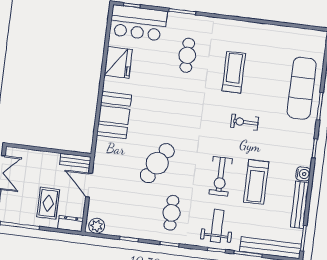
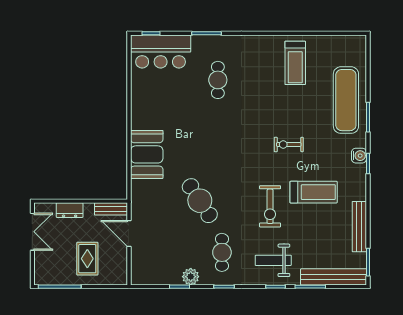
fridge: (118, 62) -> (144, 97), removed
treadmill: (234, 72) -> (295, 63), moved, turned 180
cafe table: (157, 163) -> (200, 201), turned -63
water cooler: (303, 174) -> (359, 156), moved
treadmill: (256, 182) -> (314, 192), moved, turned -90
dresser: (71, 224) -> (70, 210), moved, turned 180
plant: (97, 226) -> (191, 277), moved
weight bench: (217, 226) -> (273, 260), turned -90

